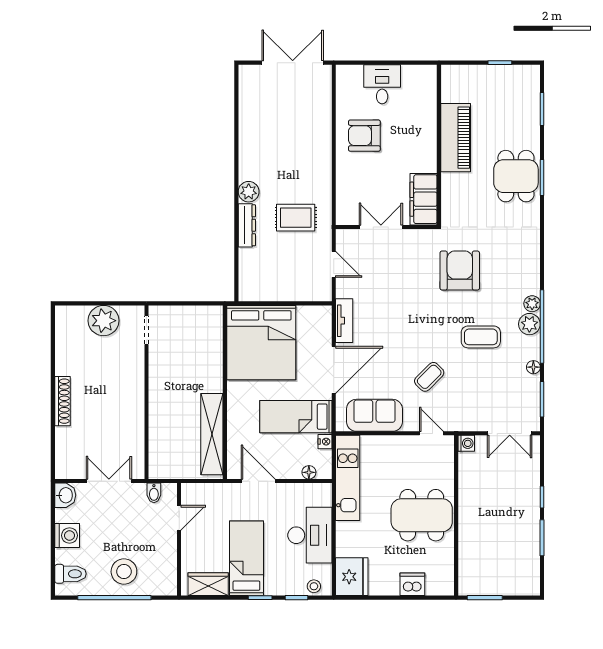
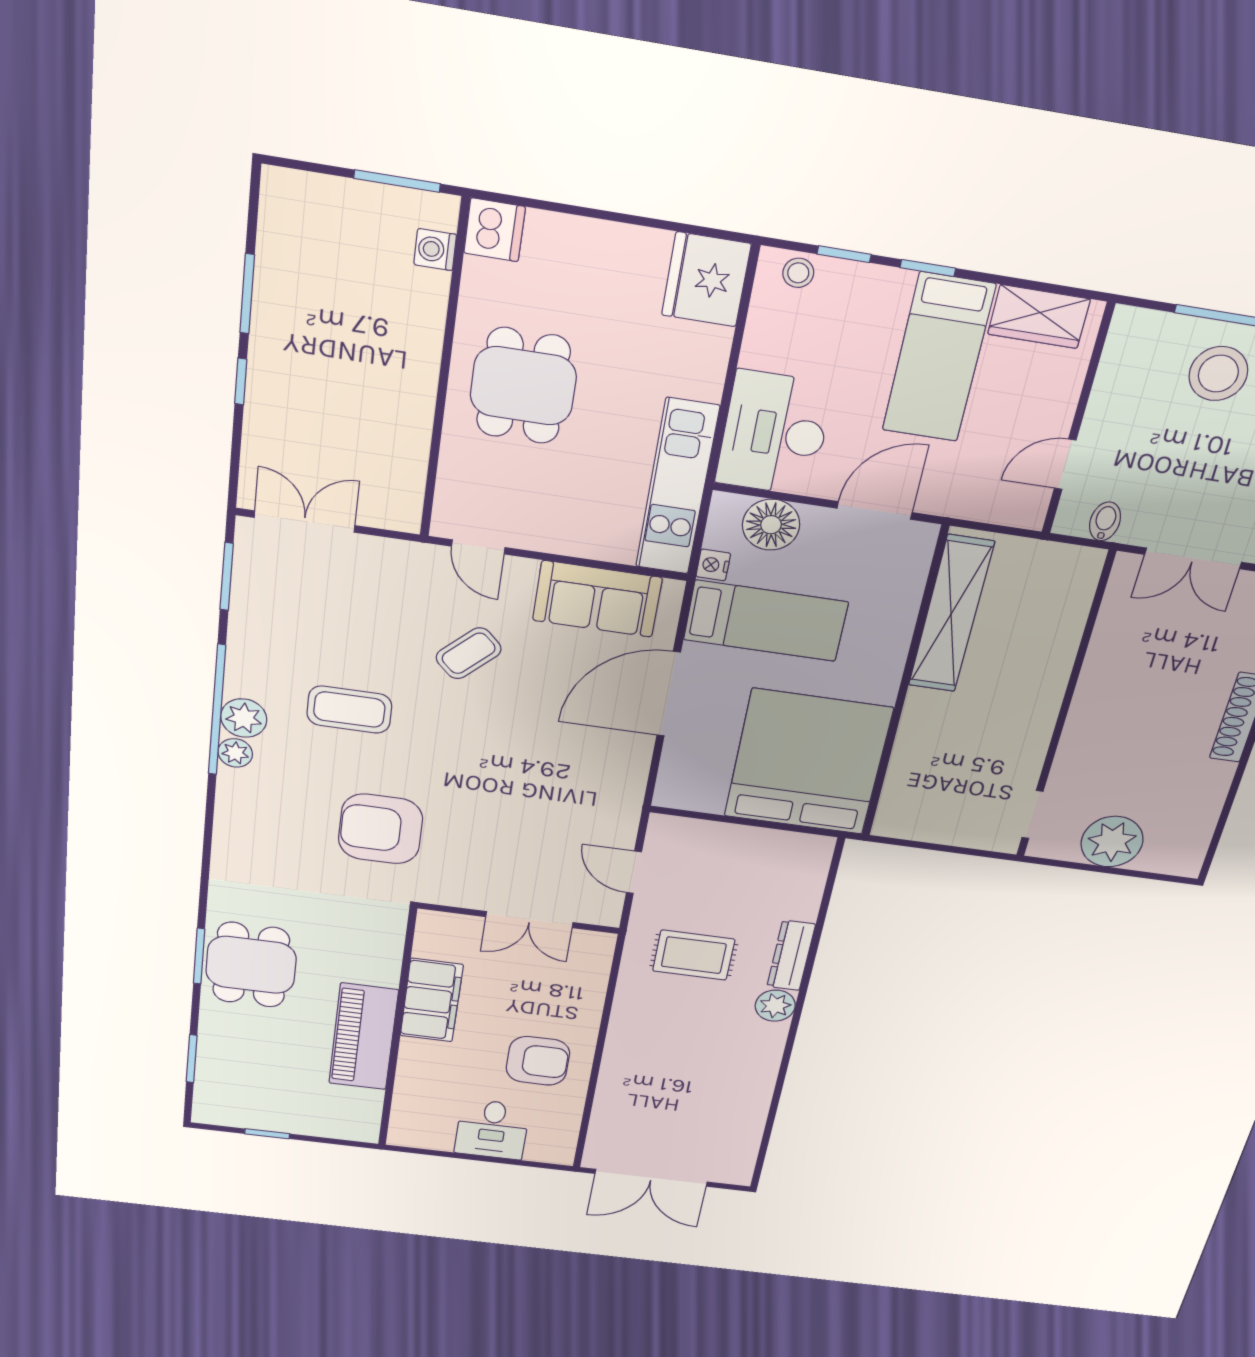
filing cabinet: (424, 199) -> (432, 1000), moved
armchair: (460, 271) -> (380, 829), turned 90
tv unit: (344, 321) -> (631, 776), removed
floor lamp: (533, 367) -> (241, 639), removed
washing machine: (466, 443) -> (435, 250), moved
floor lamp: (309, 472) -> (771, 525), width x1.89, depth x1.89
door: (258, 481) -> (875, 510), swing flipped
dining table: (422, 515) -> (523, 386), width x0.73
desk: (310, 535) -> (774, 433), moved
dishwasher: (412, 584) -> (495, 230), moved, turned -90

